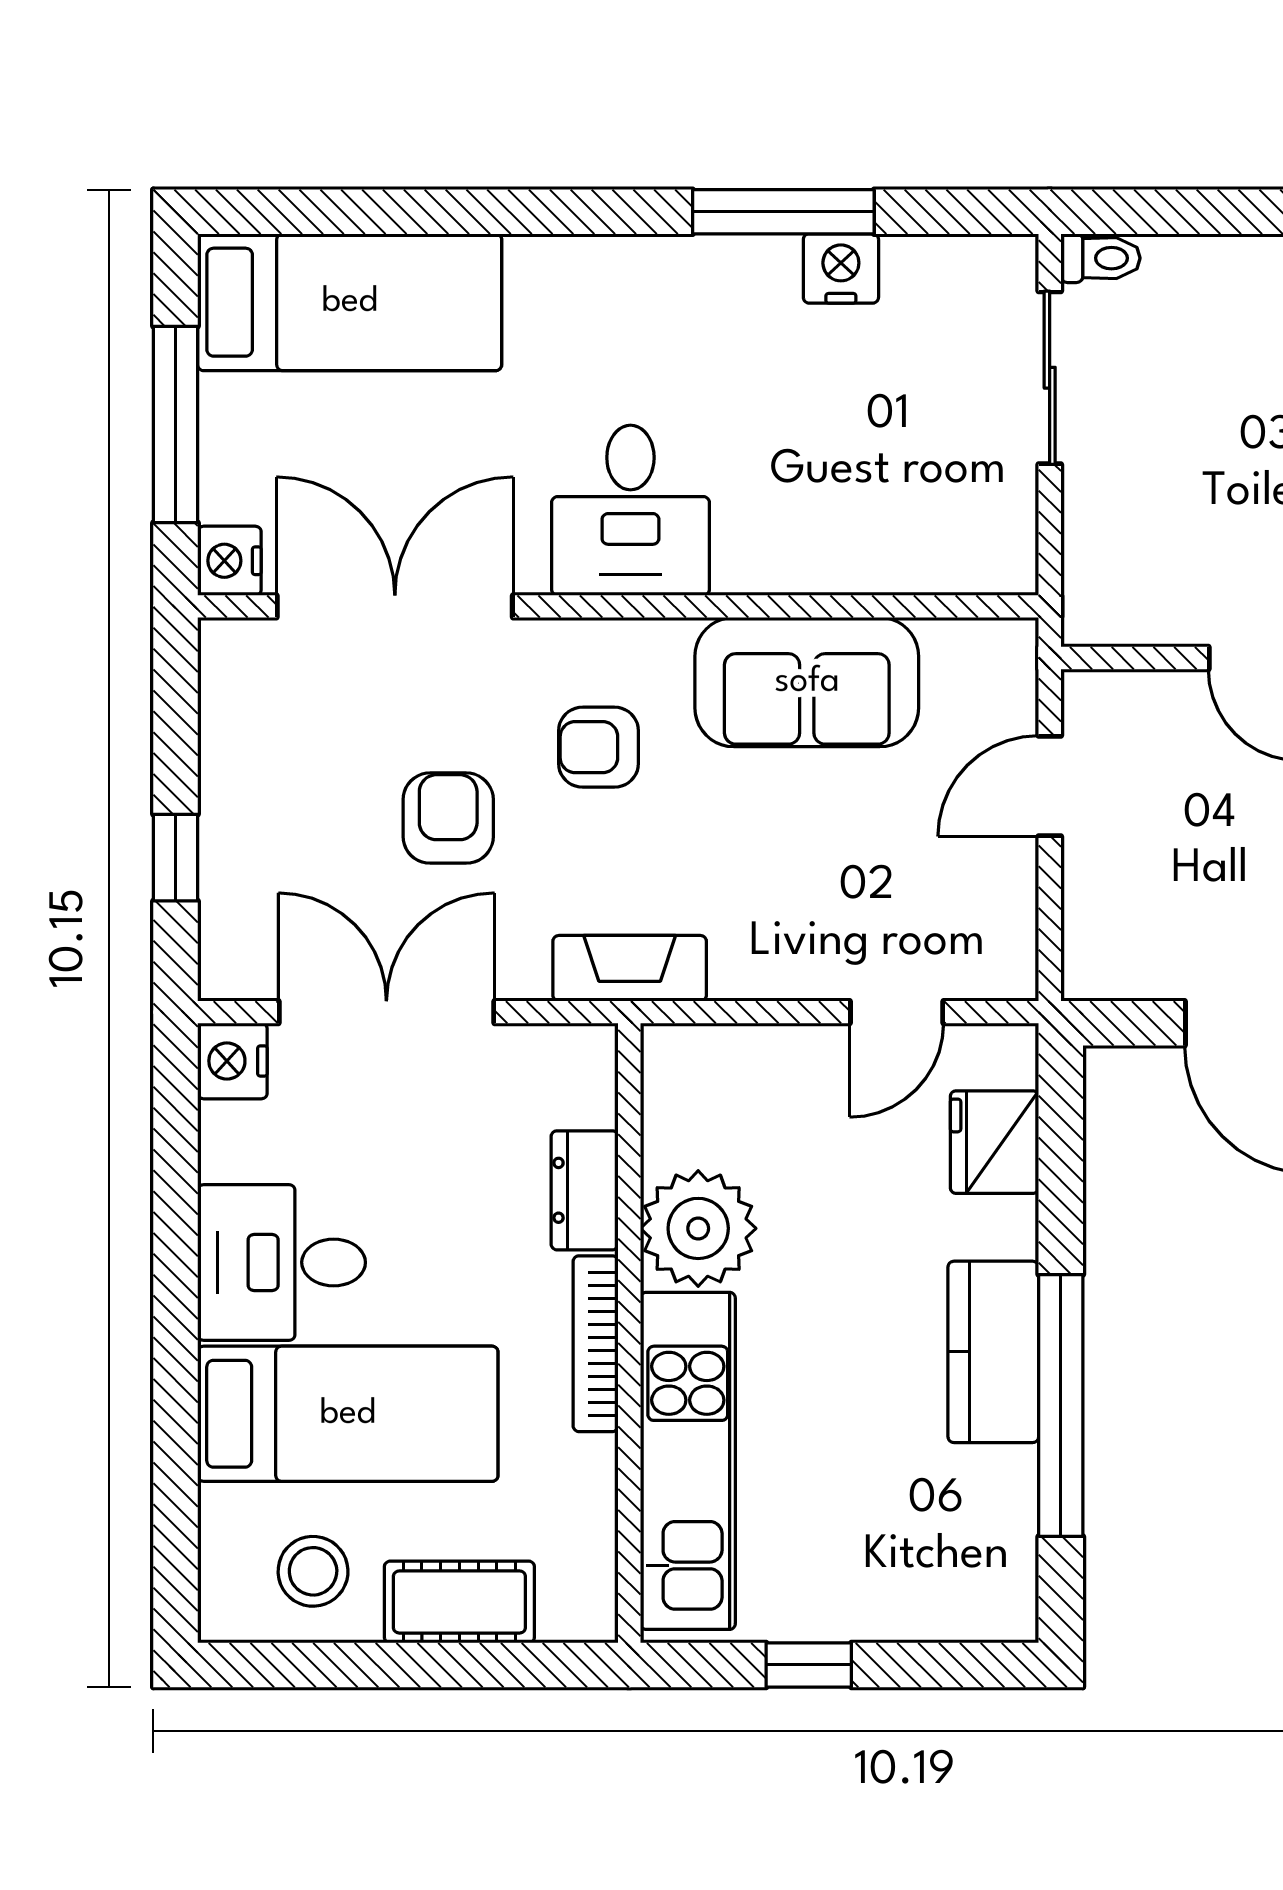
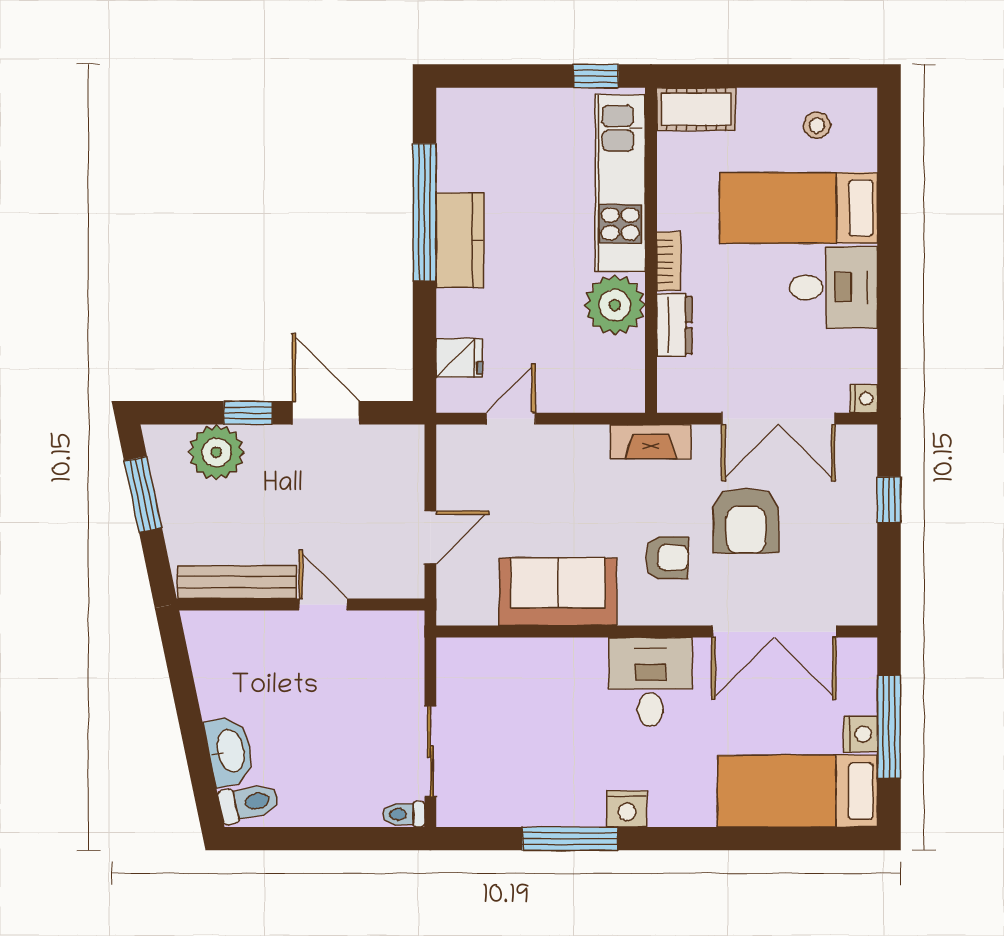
nightstand: (841, 268) -> (627, 809), moved
nightstand: (229, 561) -> (861, 734), moved
armchair: (448, 818) -> (746, 520), width x1.38, depth x1.38
nightstand: (232, 1061) -> (864, 399), width x0.72, depth x0.74
fridge: (994, 1142) -> (459, 358), width x0.72
bookcase: (596, 1344) -> (669, 261), width x0.64
stool: (313, 1571) -> (817, 125), width x0.73, depth x0.73
cot: (459, 1602) -> (696, 109), moved
window: (809, 1665) -> (596, 76), moved

